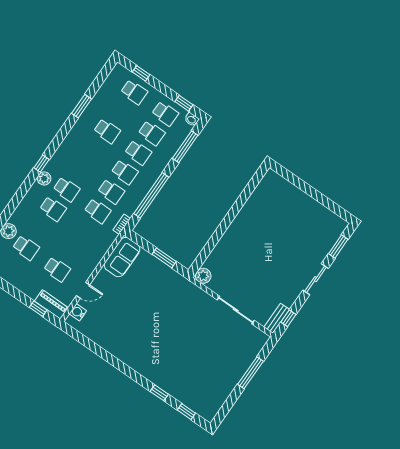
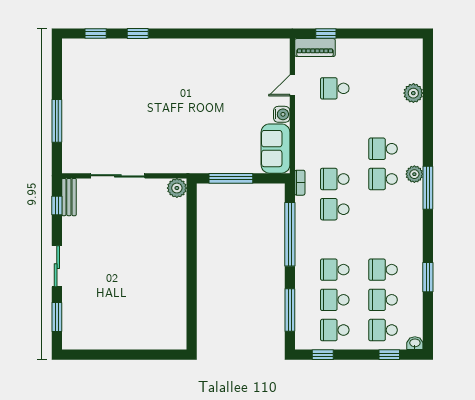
washbasin: (192, 120) -> (415, 343), moved
window: (41, 164) -> (428, 188), width x2.17
school desk: (125, 172) -> (383, 300), moved
school desk: (26, 248) -> (383, 88), removed
window: (164, 258) -> (231, 178), width x1.44
water cooler: (78, 312) -> (282, 114), moved

